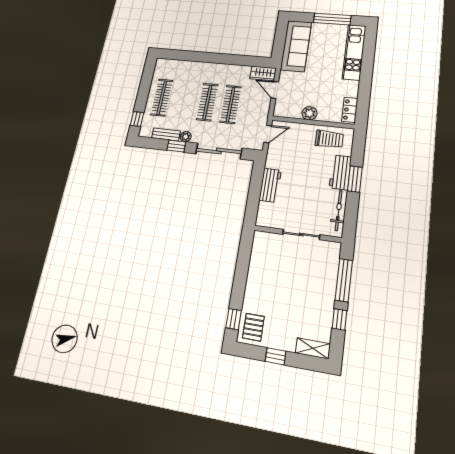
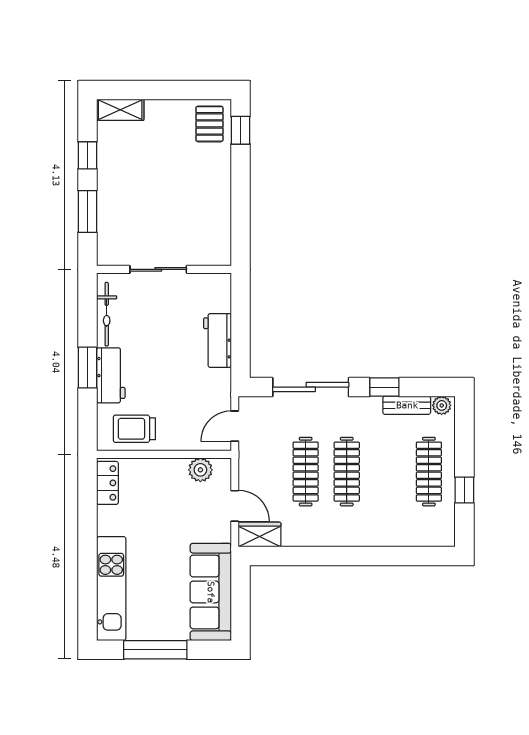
plant: (309, 113) -> (200, 470), moved
window: (137, 119) -> (464, 490), moved
plant: (186, 137) -> (442, 405), moved
window: (344, 280) -> (87, 211), width x0.69
window: (275, 356) -> (171, 90), removed

